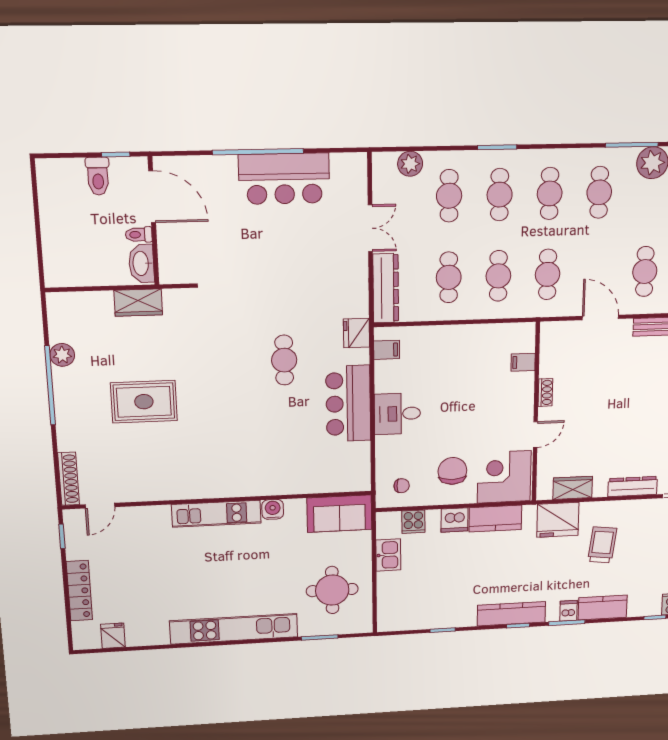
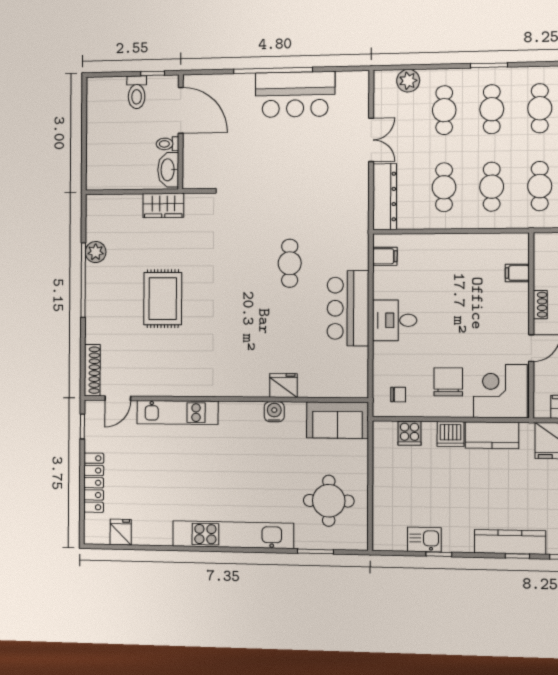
fridge: (357, 333) -> (283, 385), moved, turned 90
rug: (144, 402) -> (163, 299), turned 90
kitchen unit: (216, 514) -> (177, 412), moved
kitchen sink: (388, 555) -> (424, 539), moved, turned -90

